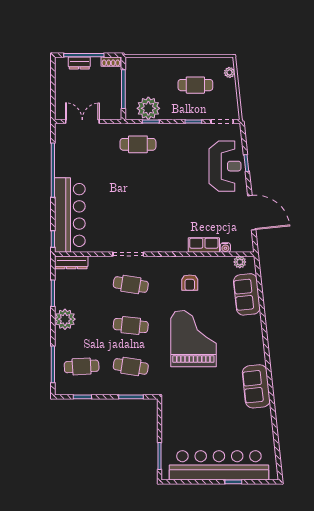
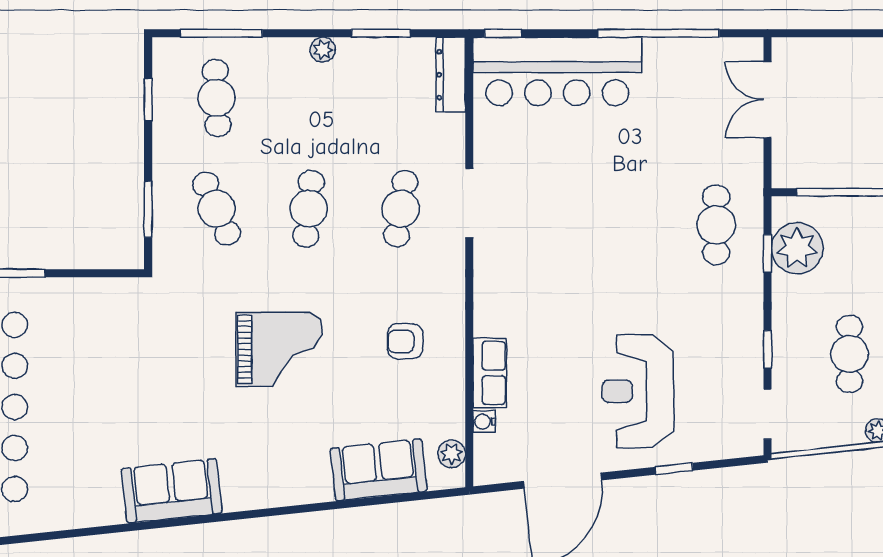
double door: (82, 121) -> (768, 100), swing flipped
reception desk: (225, 166) -> (638, 391), moved, turned 90
plant: (65, 319) -> (323, 50), width x0.53, depth x0.53
grand piano: (193, 339) -> (279, 350), width x0.73, depth x0.68
cafe table: (131, 366) -> (217, 209), turned -33

